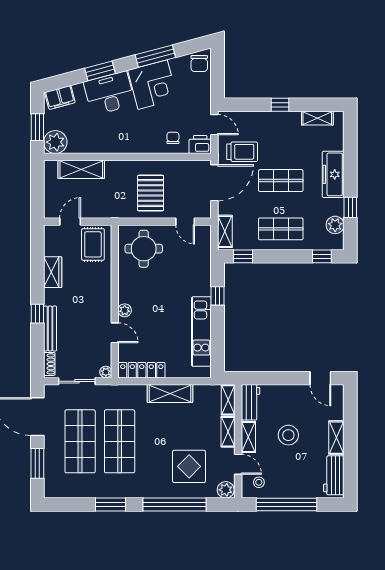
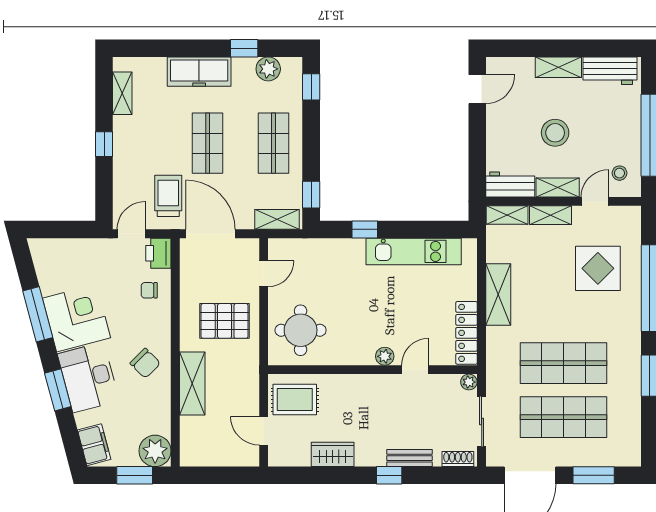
chair: (199, 64) -> (145, 363), moved, turned 45
shelving: (81, 169) -> (192, 383), moved
bench: (50, 328) -> (410, 458), width x0.73
plant: (226, 490) -> (630, 218), removed

